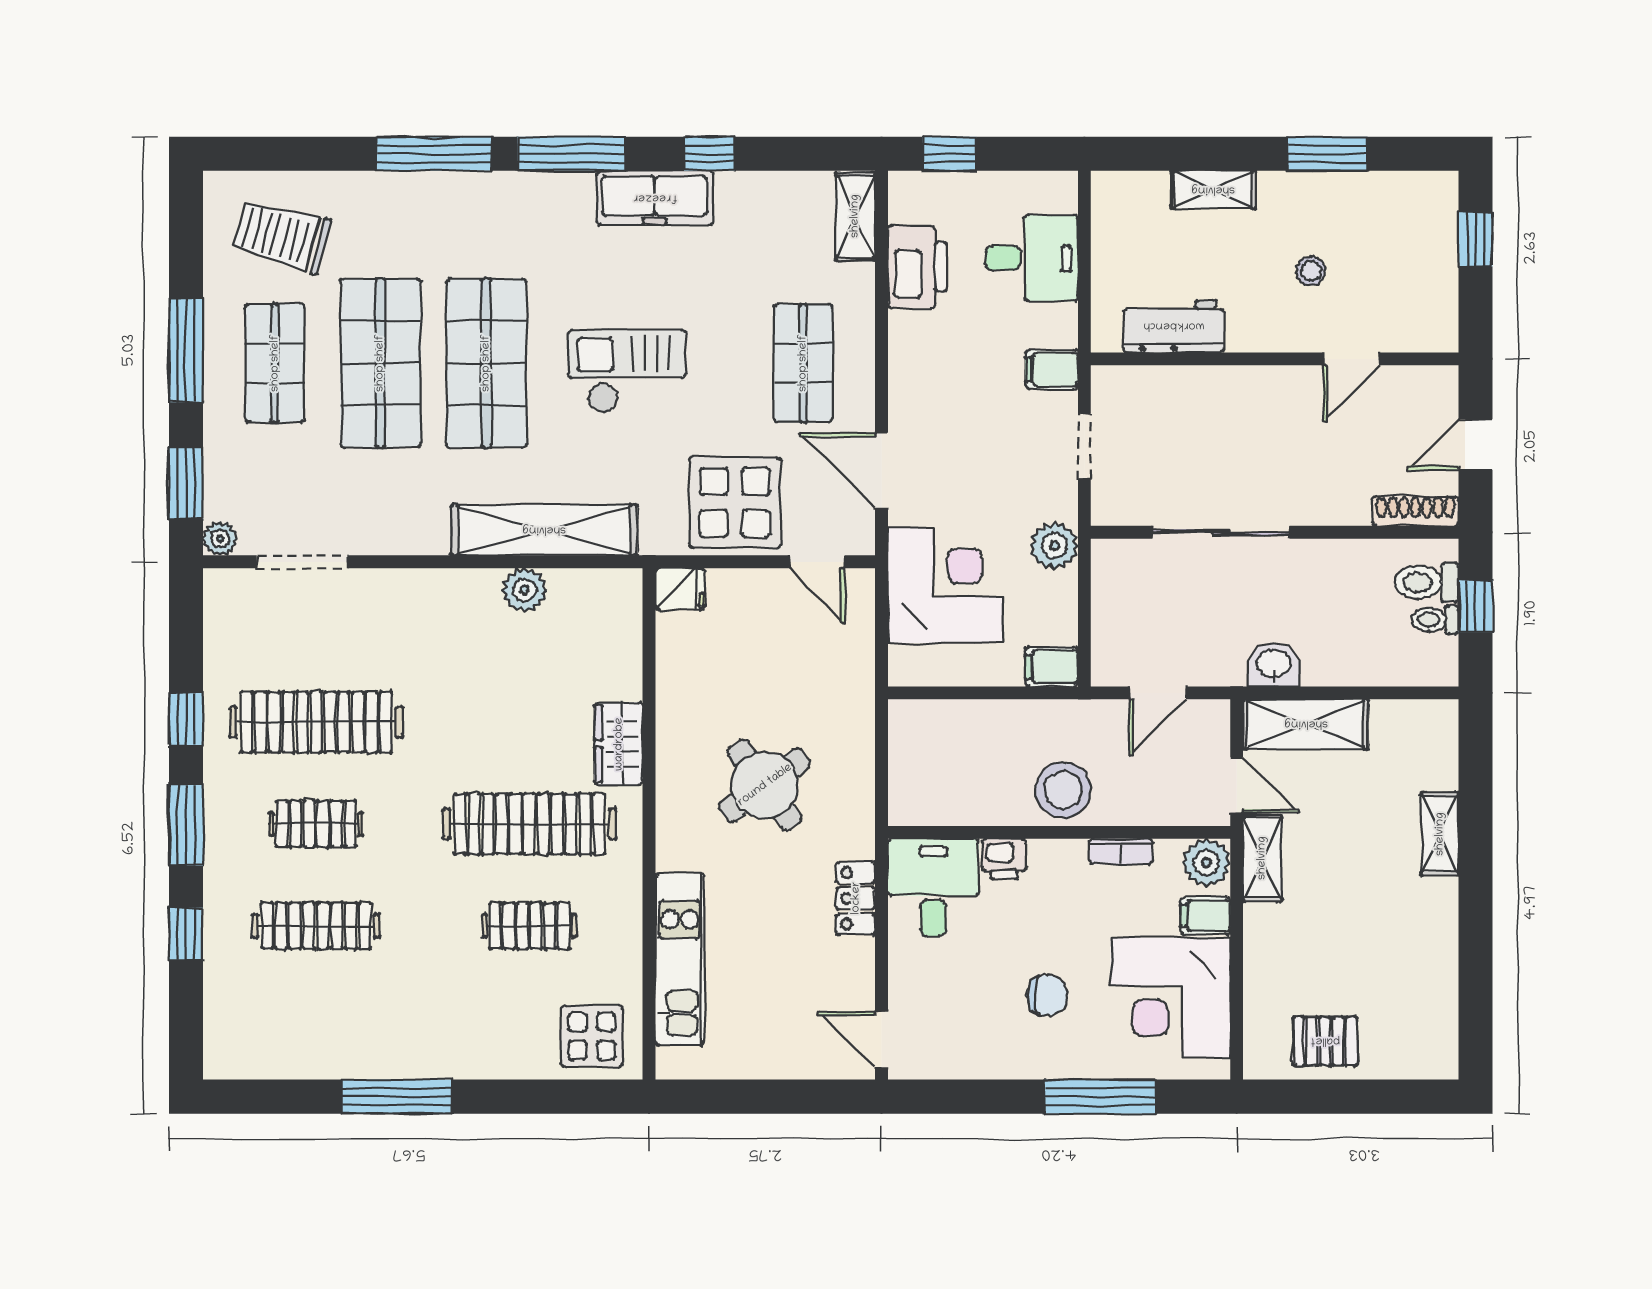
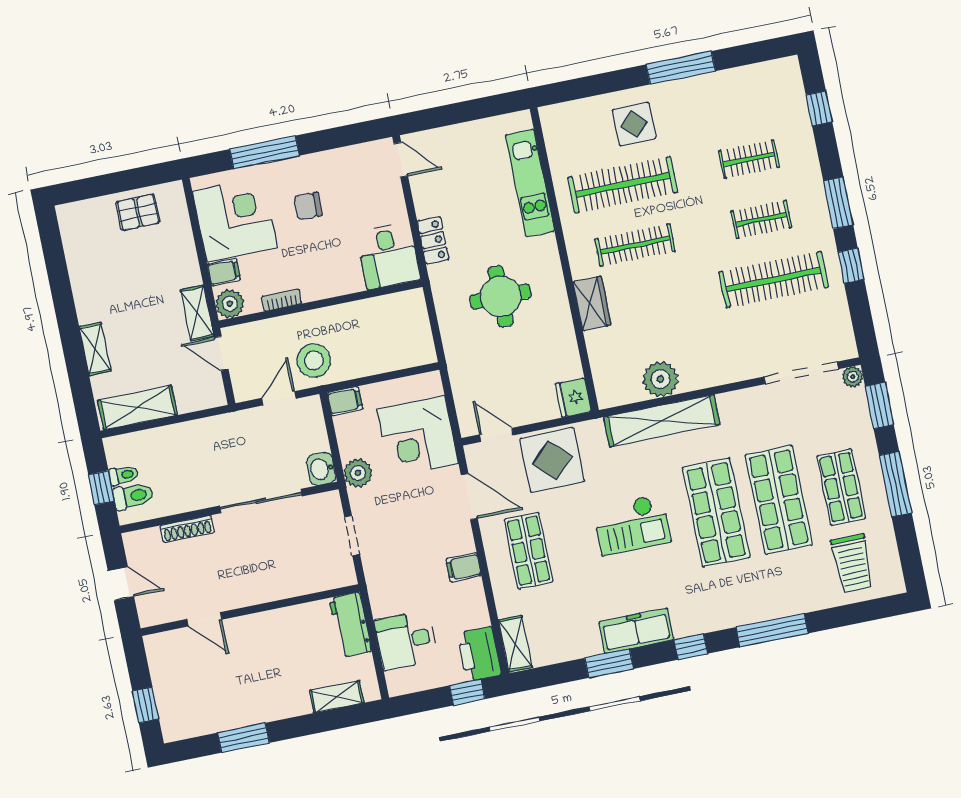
window: (572, 154) -> (691, 647), width x0.46
window: (710, 154) -> (609, 663), width x1.50
shelving: (1213, 190) -> (337, 697), moved
trolley: (282, 236) -> (852, 563), turned 75
printer: (917, 267) -> (479, 654), moved
stool: (1311, 271) -> (239, 666), removed
workbench: (1174, 326) -> (350, 625), moved, turned 90
door: (1352, 359) -> (204, 619), swing flipped
filing cabinet: (1052, 369) -> (464, 567), moved, turned 180
door: (1475, 444) -> (121, 584), hinge flipped
shoe rack: (1415, 511) -> (187, 529), moved
doorway: (302, 562) -> (801, 373), width x1.36
fridge: (680, 589) -> (573, 398), width x1.38
plant: (524, 590) -> (660, 379), width x1.36, depth x1.36
washbasin: (1274, 665) -> (321, 469), moved, turned 90
shelving: (1306, 724) -> (137, 408), moved
round table: (765, 785) -> (501, 296), turned 36
stool: (1063, 790) -> (314, 360), moved
clothes rail: (529, 824) -> (635, 245), width x0.73, depth x0.76
printer: (1004, 859) -> (350, 282), removed
clothes rail: (316, 926) -> (749, 159), width x0.73
clothes rail: (529, 926) -> (623, 185), width x1.86, depth x1.31
window: (186, 934) -> (819, 108), moved
display table: (592, 1036) -> (634, 124), moved

